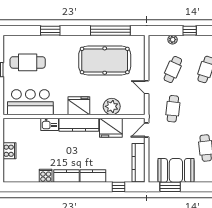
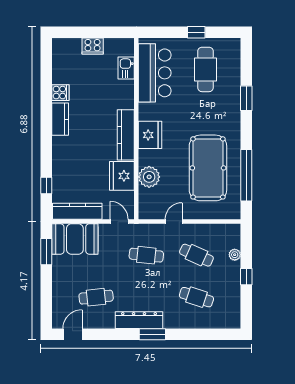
kitchen sink: (50, 124) -> (126, 68), moved
booth: (176, 170) -> (75, 239), moved, turned 90
kitchen counter: (93, 176) -> (60, 153), removed

